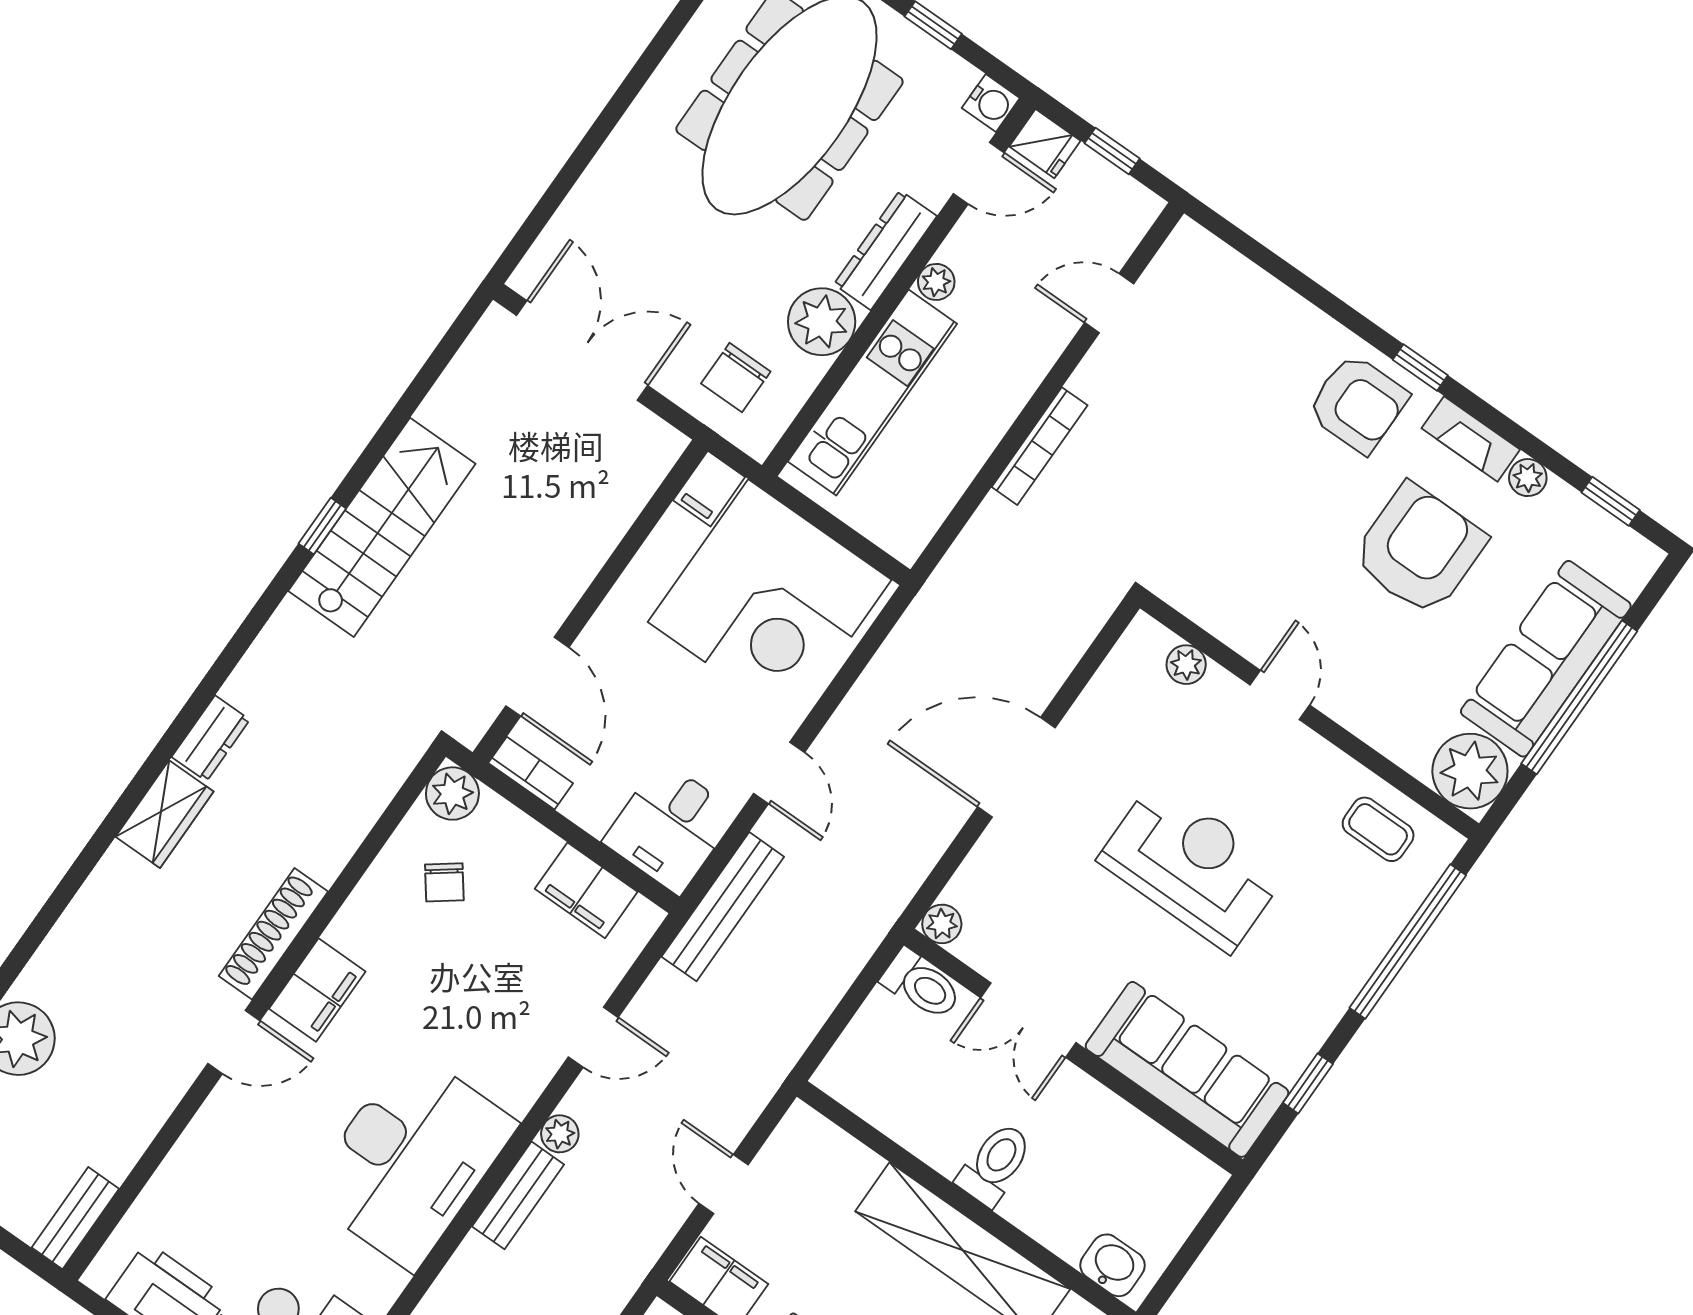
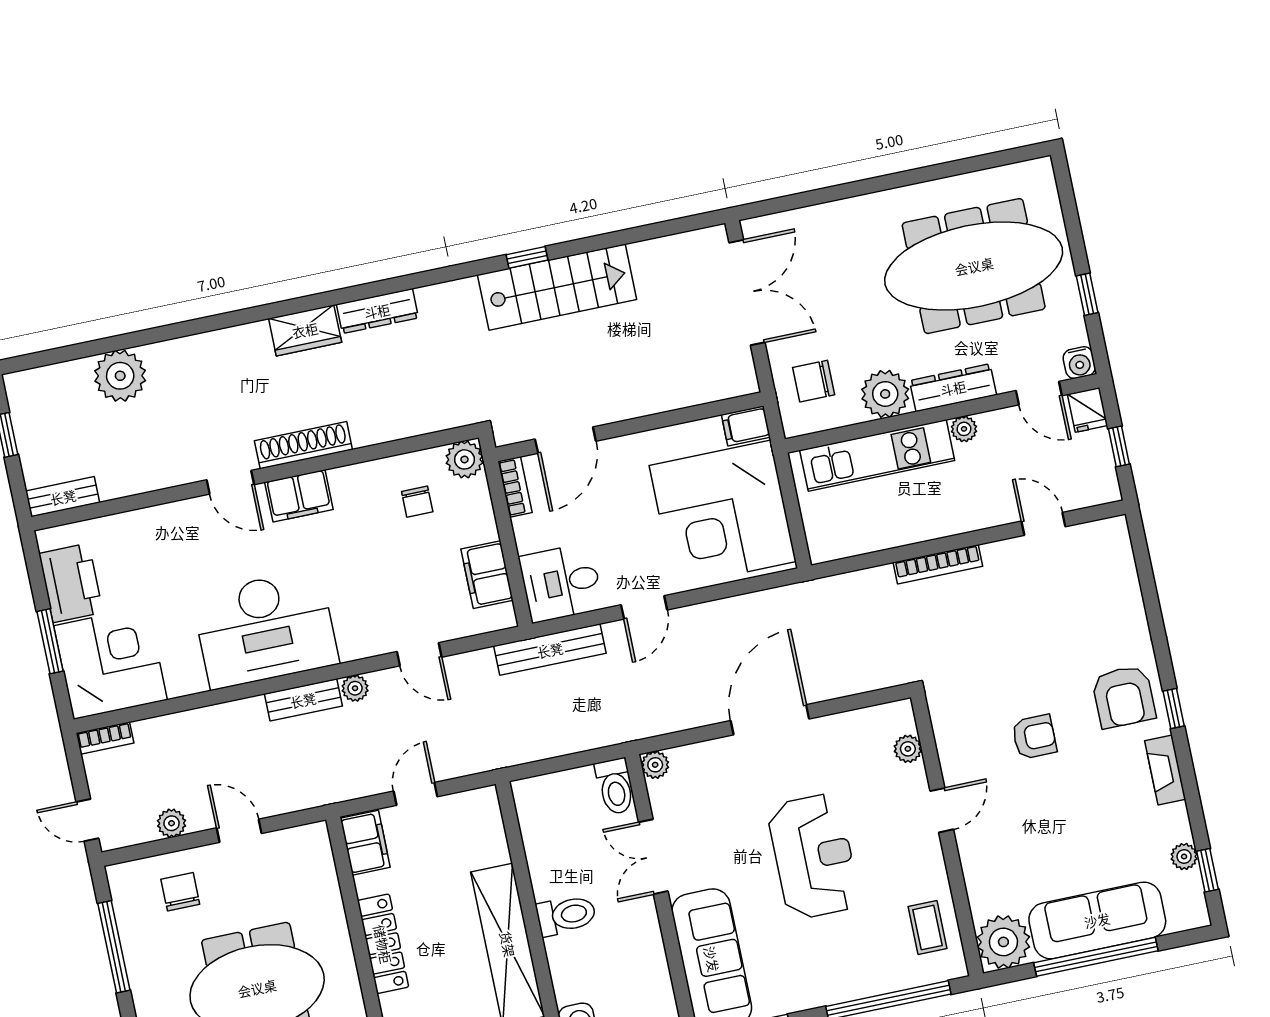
plant: (1528, 478) -> (1184, 857), moved
armchair: (1419, 549) -> (1034, 737), moved, width x0.53, depth x0.53
dresser: (211, 738) -> (377, 311), width x1.44
door: (1016, 767) -> (770, 720), hinge flipped
chair: (444, 882) -> (417, 502), turned -53

